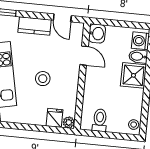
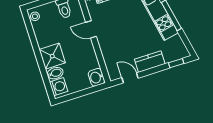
door: (84, 56) -> (91, 29), moved
stool: (43, 79) -> (125, 22), removed

